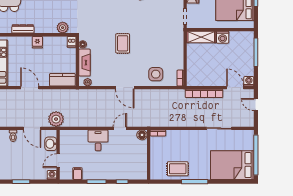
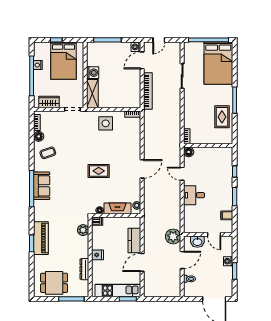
side table: (156, 74) -> (106, 123), moved
kitchen counter: (62, 80) -> (134, 240), moved
washing machine: (52, 175) -> (228, 261), moved

